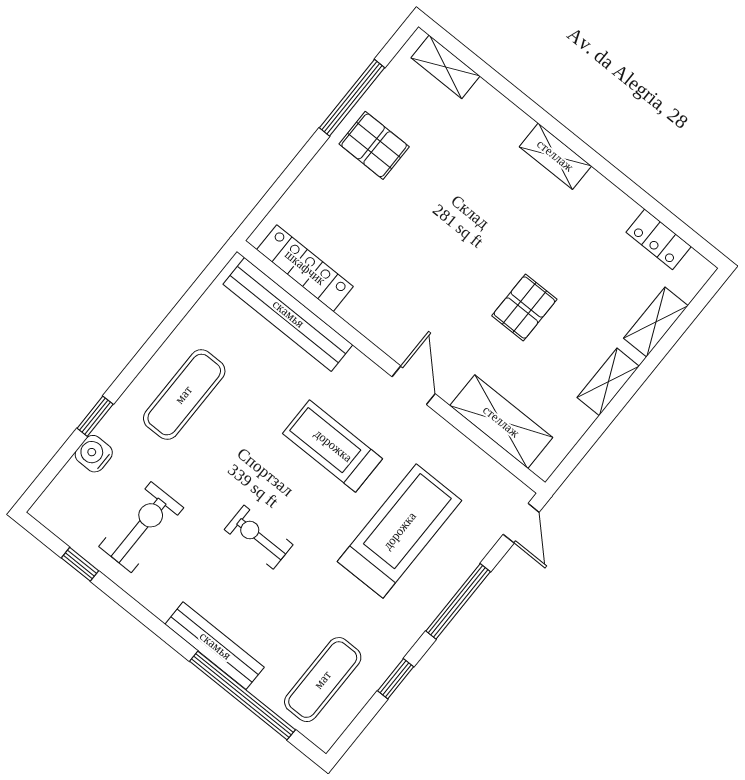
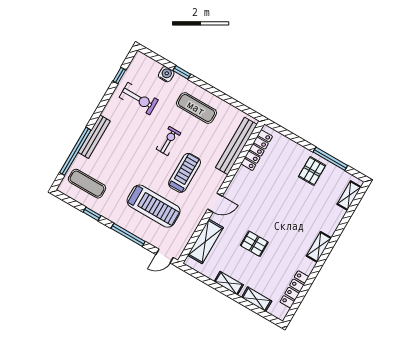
locker: (659, 239) -> (294, 289), width x1.53
exercise bike: (259, 537) -> (168, 141), moved

